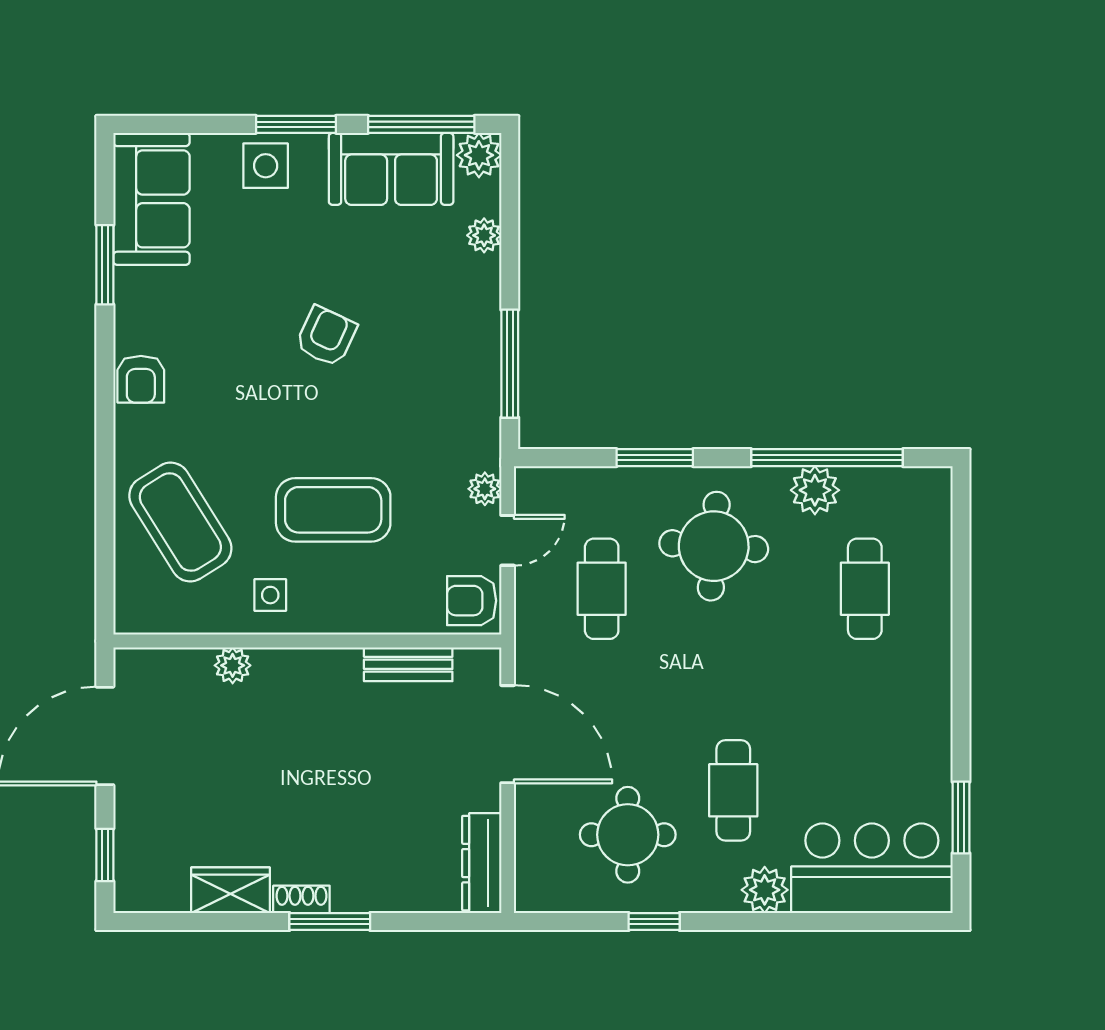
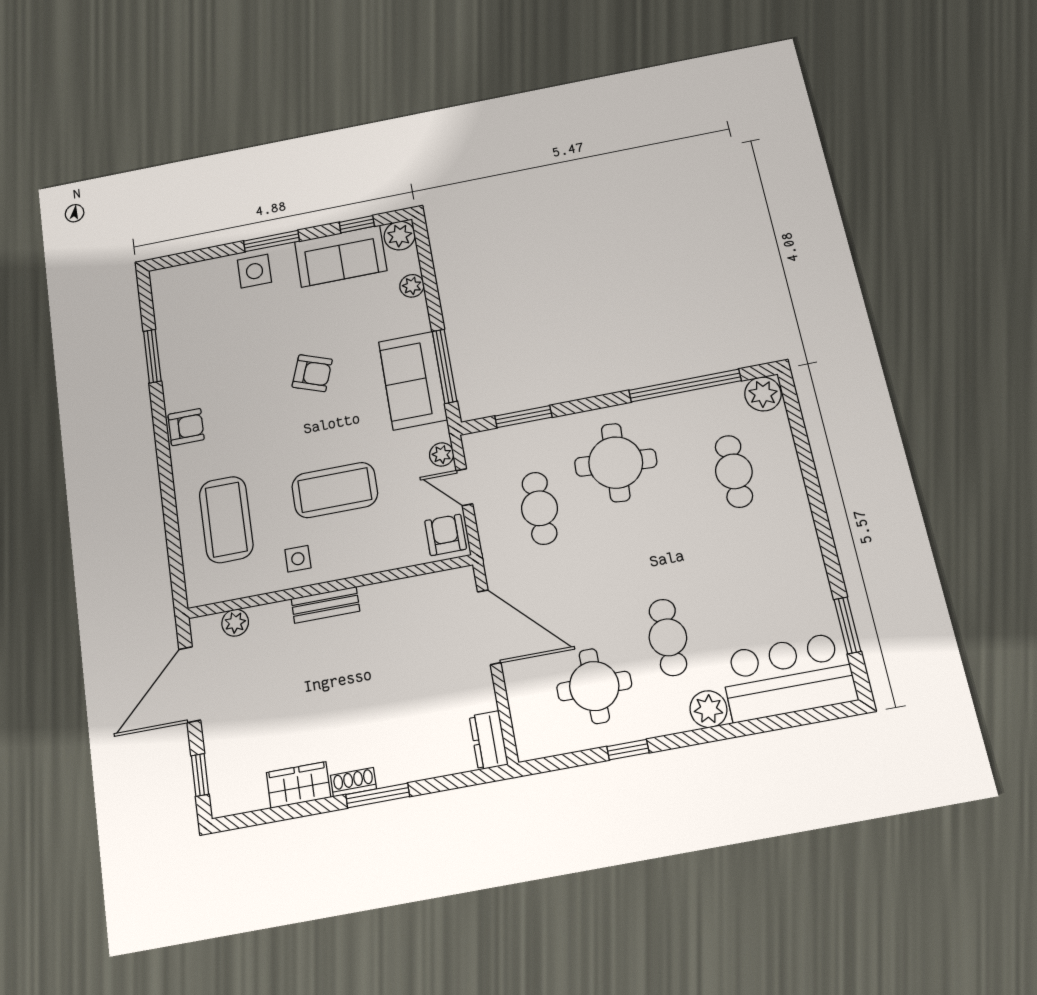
window: (421, 124) -> (357, 224), width x0.46
sofa: (151, 199) -> (413, 381), moved, turned 180
armchair: (326, 336) -> (312, 373), turned 85
armchair: (141, 379) -> (186, 427), turned -90
window: (655, 458) -> (523, 417), moved
plant: (815, 490) -> (763, 394), moved
coffee table: (180, 522) -> (226, 519), turned 32
door: (508, 540) -> (464, 487), swing flipped
armchair: (472, 601) -> (446, 535), turned 90
bench: (408, 664) -> (325, 605), moved
plant: (233, 665) -> (235, 623), moved
dresser: (482, 863) -> (489, 740), width x0.70

